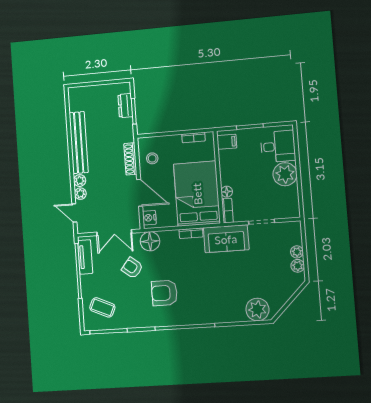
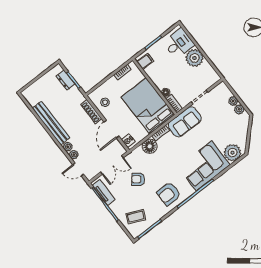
door: (140, 193) -> (111, 129), swing flipped
floor lamp: (150, 241) -> (150, 146), moved
armchair: (164, 293) -> (169, 194), moved
corner sofa: (215, 303) -> (204, 166), added

